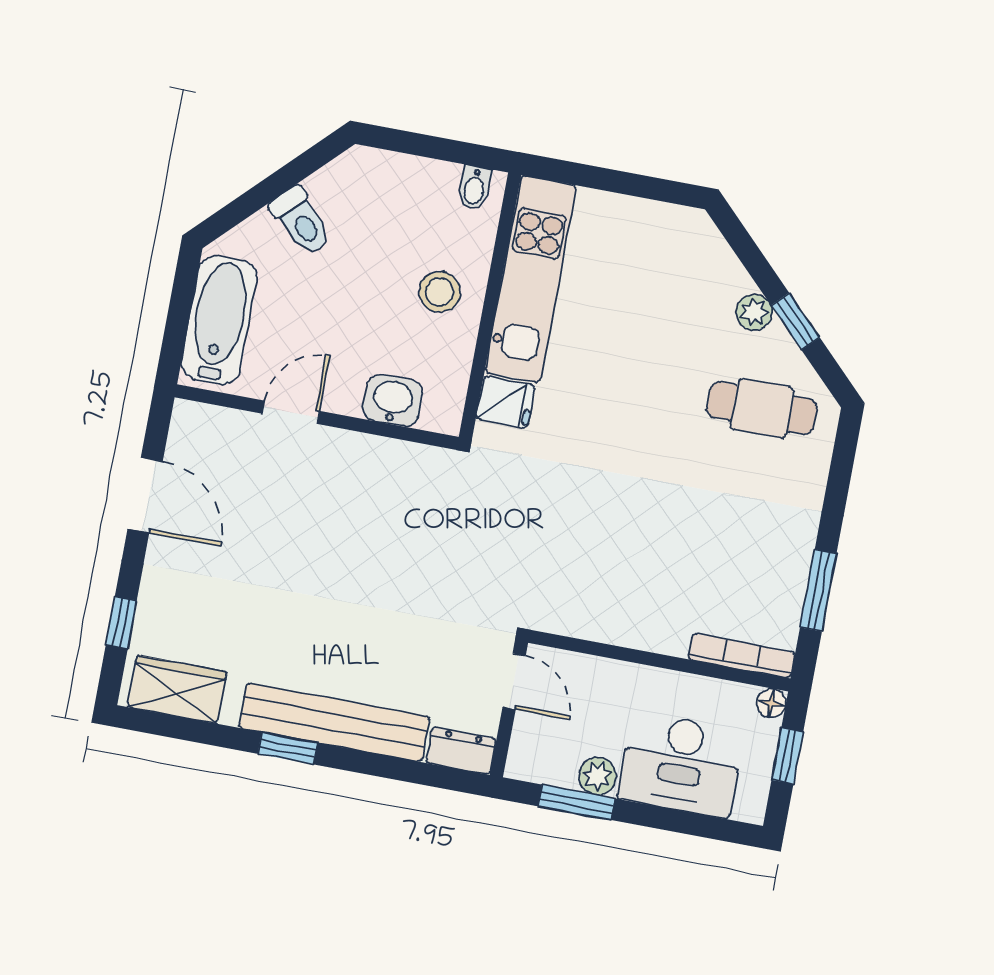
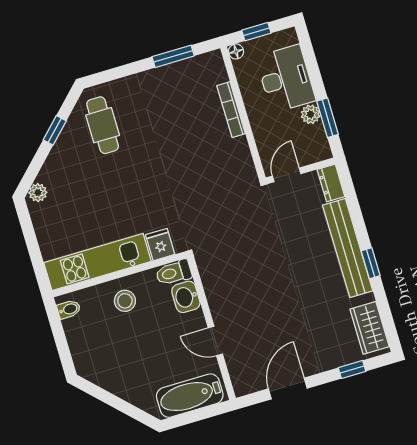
toilet: (301, 221) -> (174, 273), moved, turned -135
plant: (754, 312) -> (38, 193), moved
bookcase: (741, 656) -> (231, 110), moved

